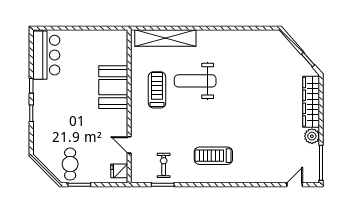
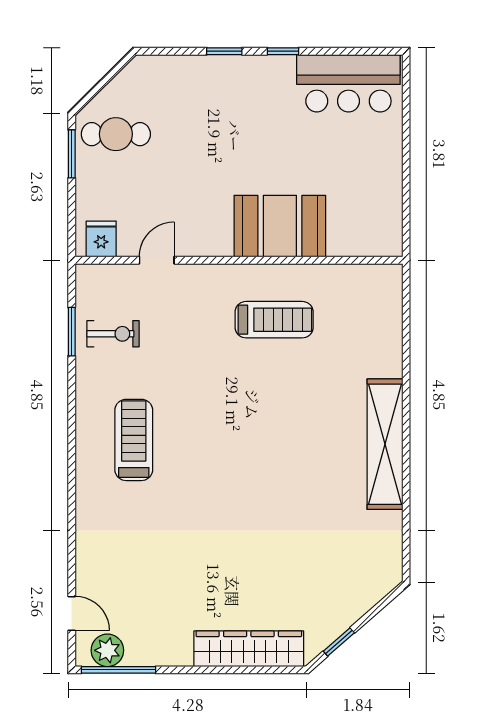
shelving: (165, 38) -> (385, 444), moved
weight bench: (195, 81) -> (293, 401), removed
plant: (312, 136) -> (107, 650), moved

